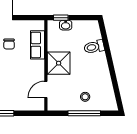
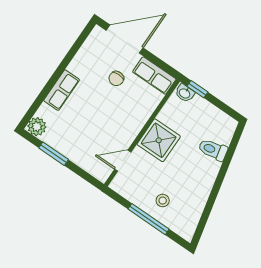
washbasin: (66, 25) -> (185, 93), moved
row of seats: (37, 45) -> (154, 75), moved, turned -90

